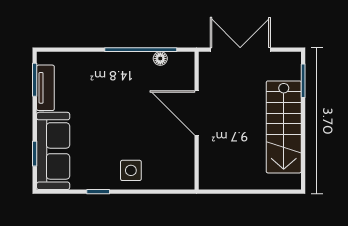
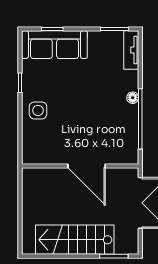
floor lamp: (160, 59) -> (133, 98), moved
tv unit: (45, 88) -> (131, 50), moved, turned 90
door: (197, 113) -> (87, 166), swing flipped

